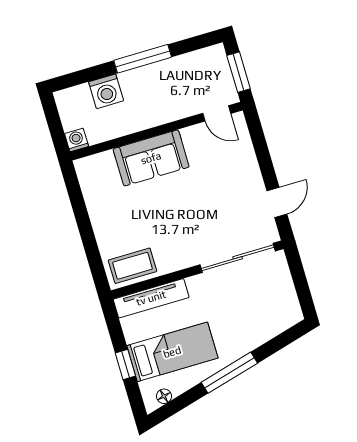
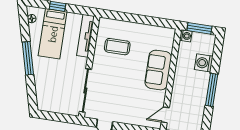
window: (55, 124) -> (199, 28), added
coffee table: (133, 266) -> (117, 47), moved, turned 90

